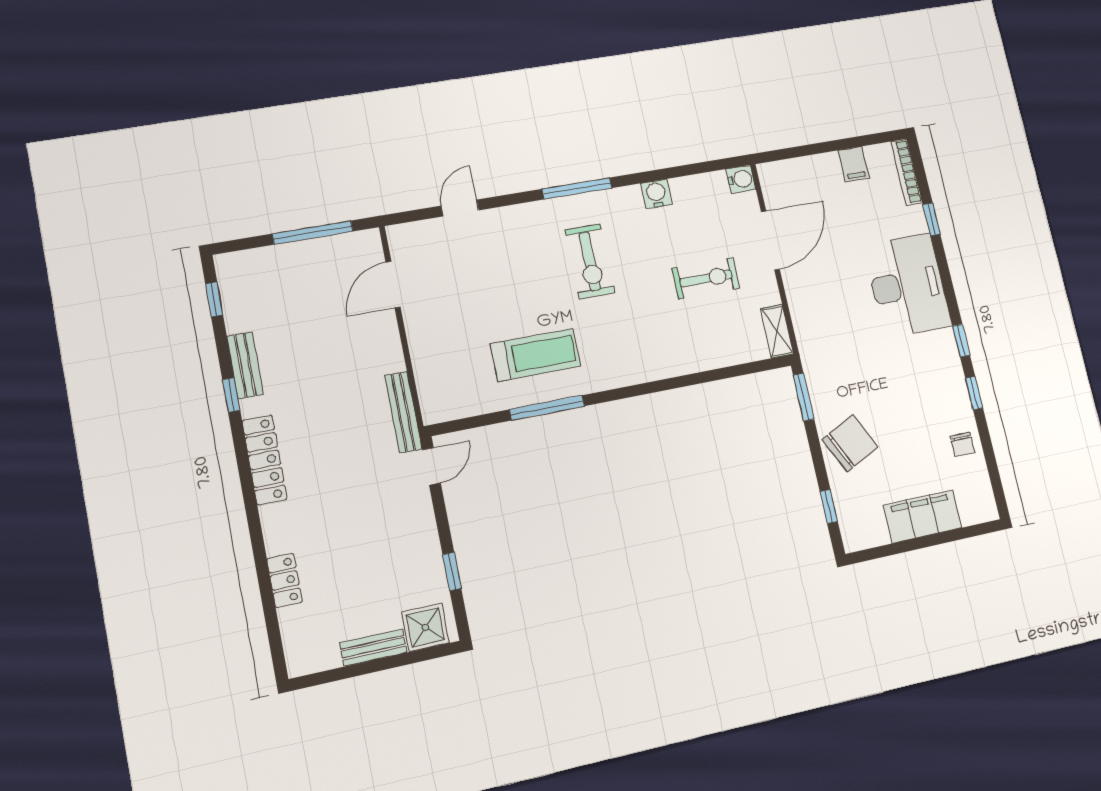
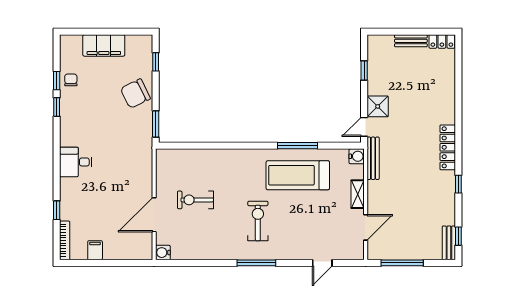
water cooler: (656, 194) -> (357, 156), moved, turned -90
desk: (907, 285) -> (76, 162), width x0.53, depth x0.77
shelving: (777, 331) -> (358, 194), moved
window: (961, 341) -> (57, 81), moved
treadmill: (536, 355) -> (298, 175), width x1.37, depth x1.38
bench: (245, 365) -> (449, 243), moved
locker: (285, 580) -> (442, 41), moved, turned -90
shower: (425, 627) -> (378, 106), moved

